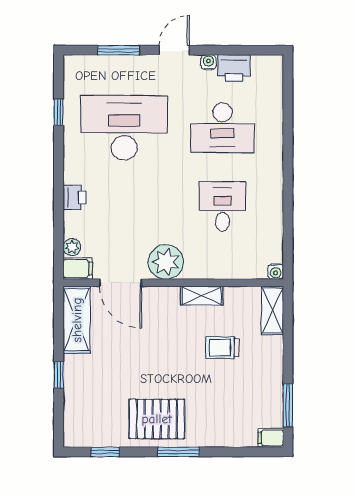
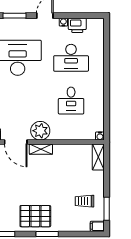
desk: (222, 206) -> (71, 101), turned 180
shelving: (202, 296) -> (41, 149), moved
trolley: (222, 348) -> (85, 201), moved

